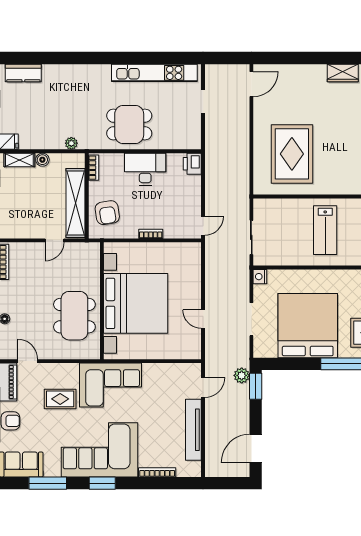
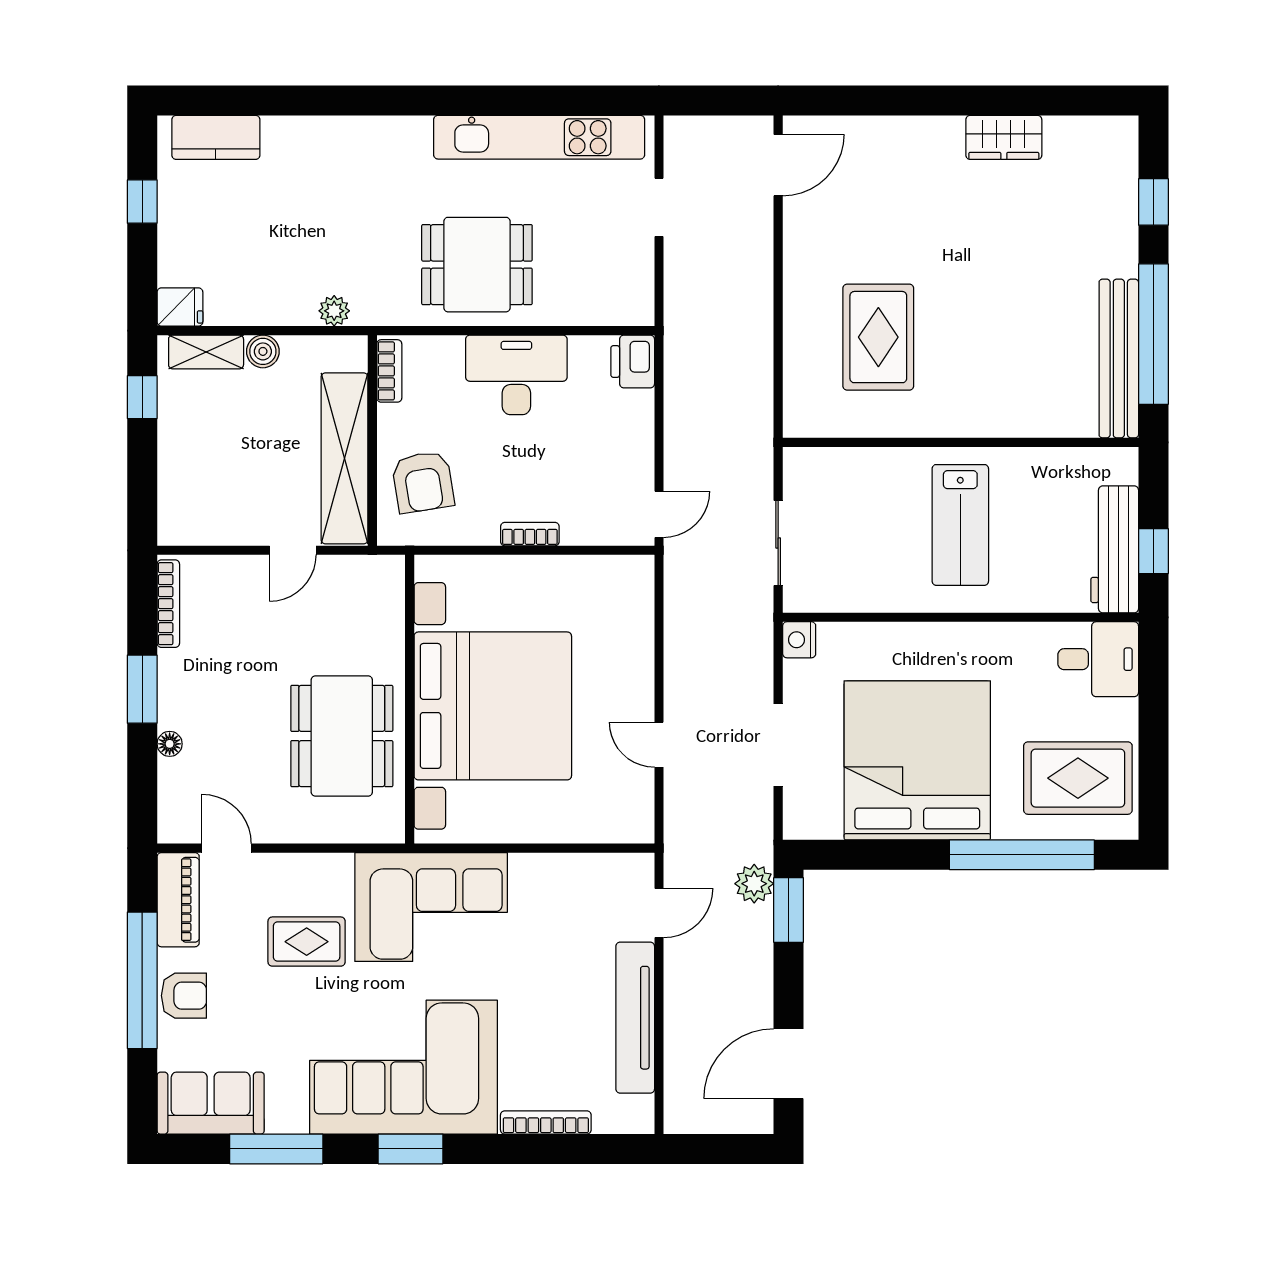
rug: (292, 154) -> (878, 337), width x0.73, depth x0.69

